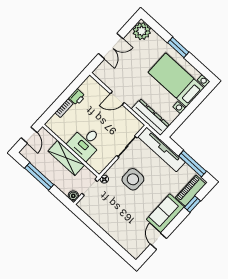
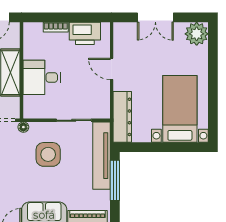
window: (178, 47) -> (213, 83), removed
printer: (77, 97) -> (85, 33), width x1.87, depth x1.48
window: (192, 164) -> (115, 180), moved

